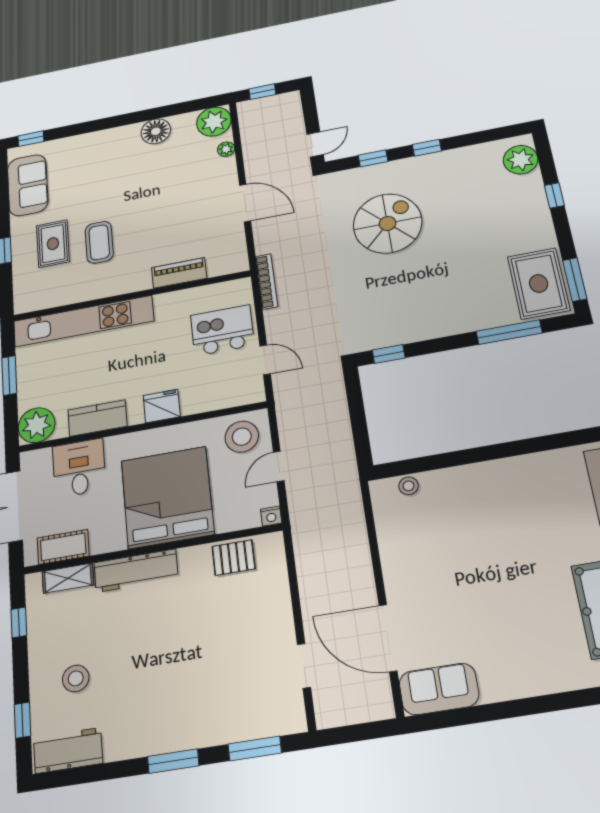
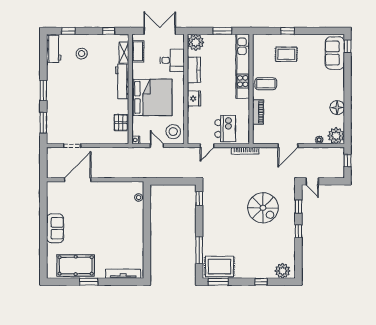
sofa: (28, 185) -> (335, 53), moved, turned 90
coffee table: (99, 242) -> (266, 84), moved
sofa: (439, 689) -> (55, 228), moved

